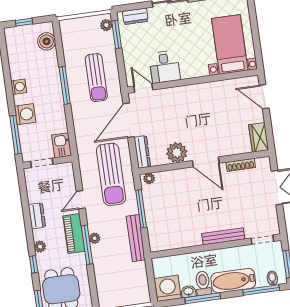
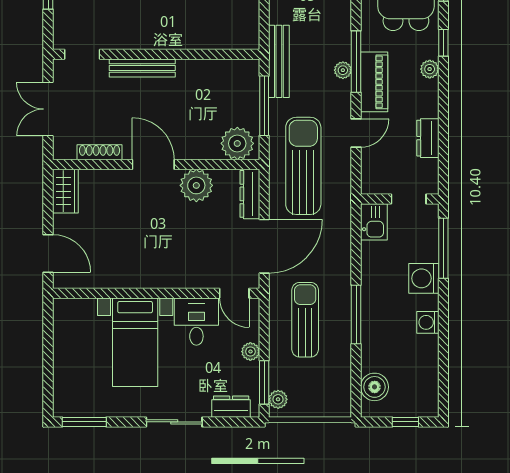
bed with nightstands: (230, 44) -> (135, 342), moved
plant: (128, 53) -> (250, 352), added
plant: (149, 179) -> (237, 143), width x1.87, depth x1.87
dresser: (37, 216) -> (428, 138), moved
bench: (223, 236) -> (142, 68), moved
doorway: (262, 240) -> (82, 54), moved
wall: (216, 246) -> (156, 54), moved

